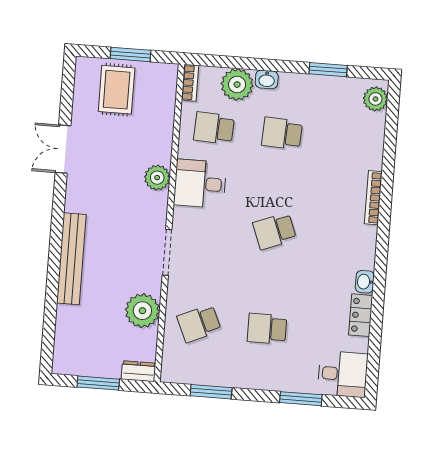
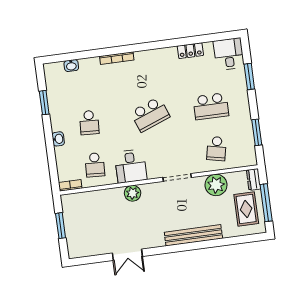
plant: (237, 85) -> (65, 156), removed
rug: (117, 90) -> (246, 209), moved, turned 90
plant: (375, 99) -> (56, 70), removed
school desk: (274, 231) -> (150, 114), width x1.85
washbasin: (365, 282) -> (71, 66), moved
school desk: (199, 324) -> (217, 149), turned 36
school desk: (267, 329) -> (211, 106), width x1.85
window: (98, 383) -> (266, 203), width x1.44

